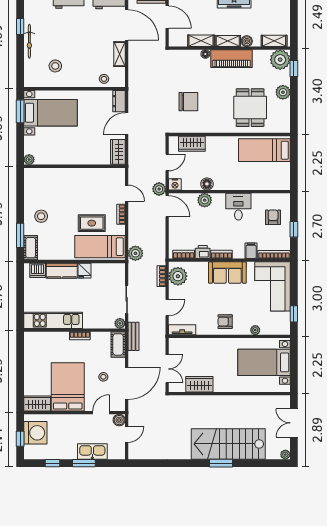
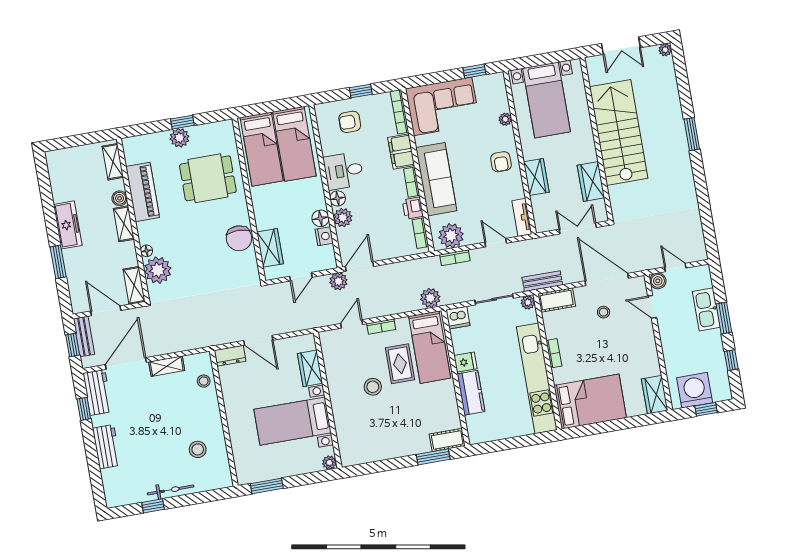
door: (167, 17) -> (106, 311), hinge flipped
shelving: (201, 41) -> (134, 285), moved
piano: (231, 59) -> (143, 192), moved
plant: (280, 60) -> (158, 270), moved
window: (294, 68) -> (182, 122), moved
chair: (188, 102) -> (239, 238), moved, turned 180
bed with nightstands: (50, 113) -> (293, 421), moved, turned -90
wardrobe: (118, 152) -> (310, 368), moved, turned 90
door: (167, 162) -> (301, 277), swing flipped
bed: (264, 174) -> (294, 144), added
nightstand: (175, 184) -> (324, 236), moved
floor lamp: (219, 199) -> (338, 198), added
stool: (41, 216) -> (373, 387), moved
filing cabinet: (251, 251) -> (401, 152), width x2.00
dishwasher: (38, 270) -> (458, 318), moved, turned 90
sofa: (227, 273) -> (436, 179), width x1.36
kitchen unit: (53, 320) -> (537, 378), width x1.36
wardrobe: (210, 345) -> (536, 177), added
bed: (68, 387) -> (590, 402), moved, turned 180
stairs: (228, 444) -> (619, 133), moved, turned 180

